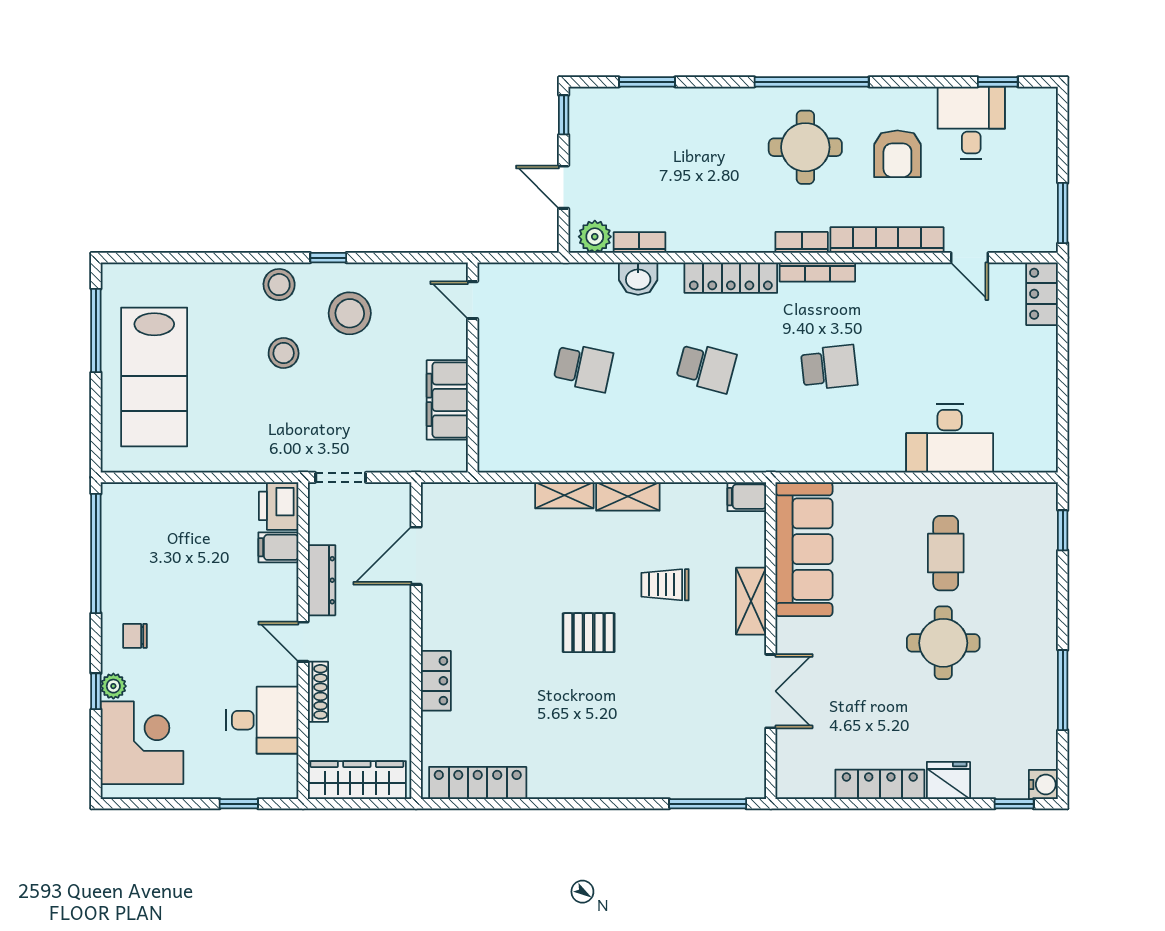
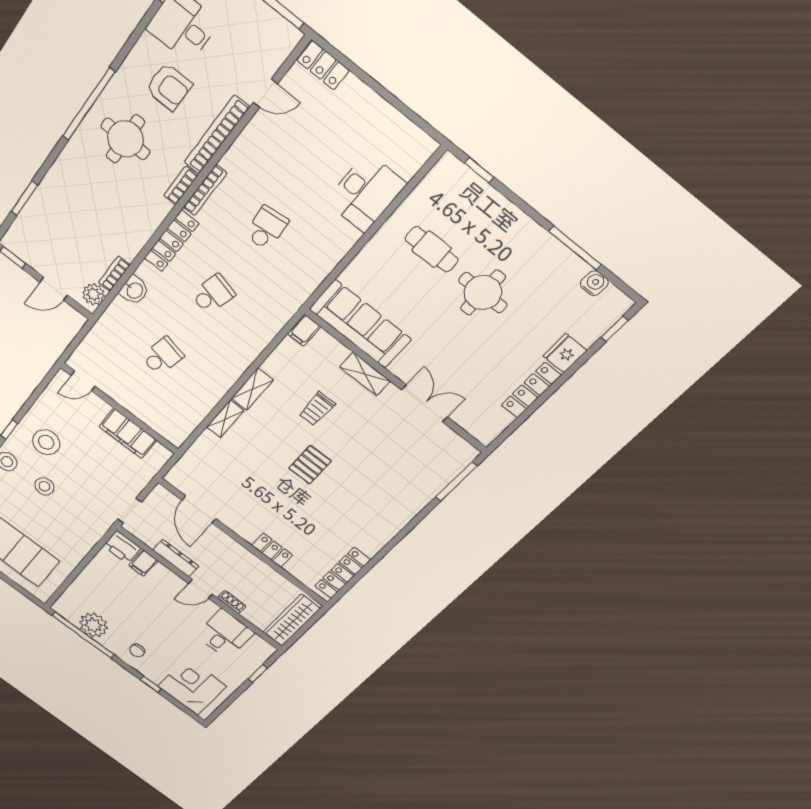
plant: (113, 686) -> (93, 625), moved, width x1.88, depth x1.88
shoe rack: (318, 692) -> (232, 602), width x0.70
water cooler: (1043, 784) -> (594, 283), moved

